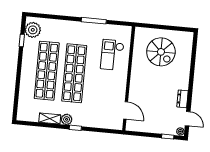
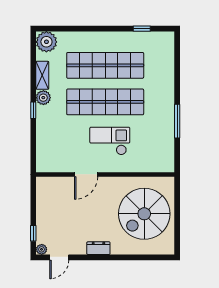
plant: (33, 30) -> (46, 42), moved
spiral stairs: (161, 52) -> (144, 214), width x1.37, depth x1.37
checkout: (112, 55) -> (110, 141), moved
dresser: (183, 99) -> (98, 248), moved
door: (126, 110) -> (86, 174), moved

